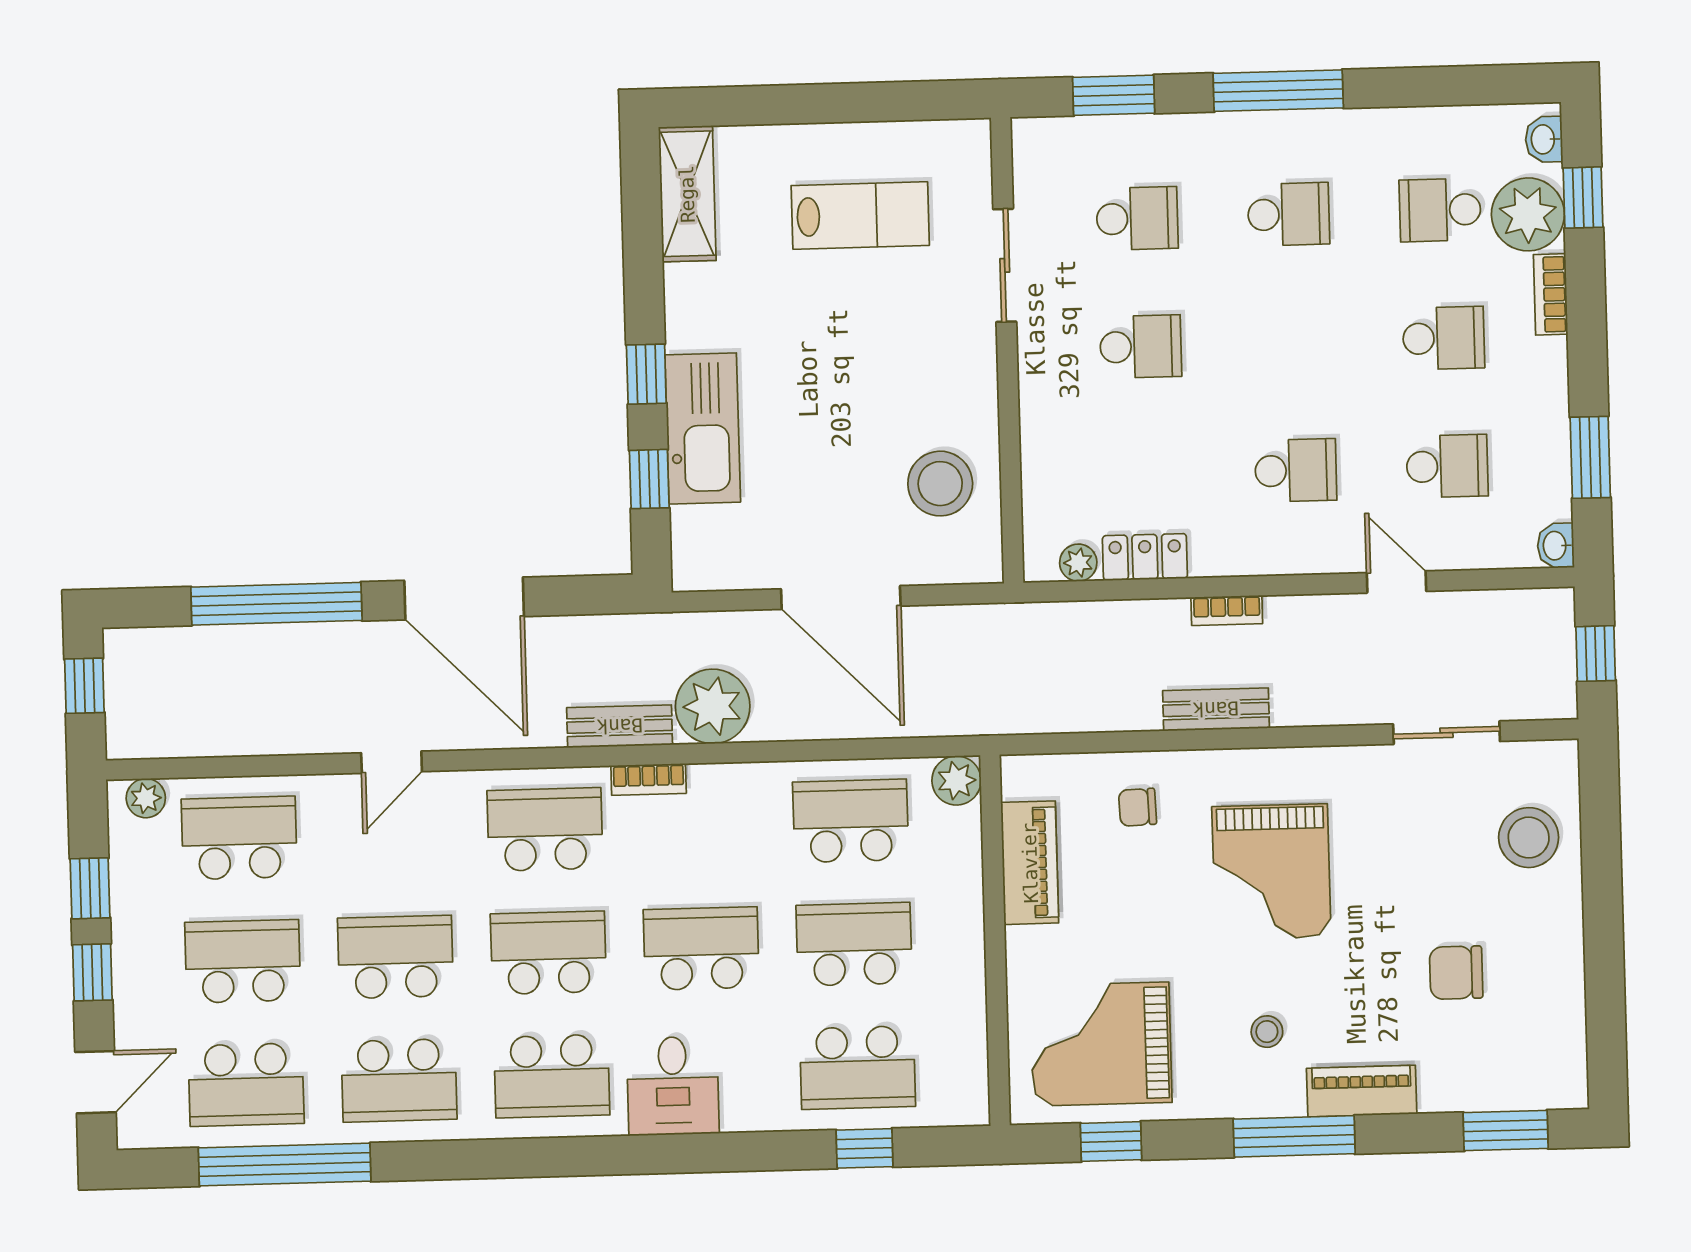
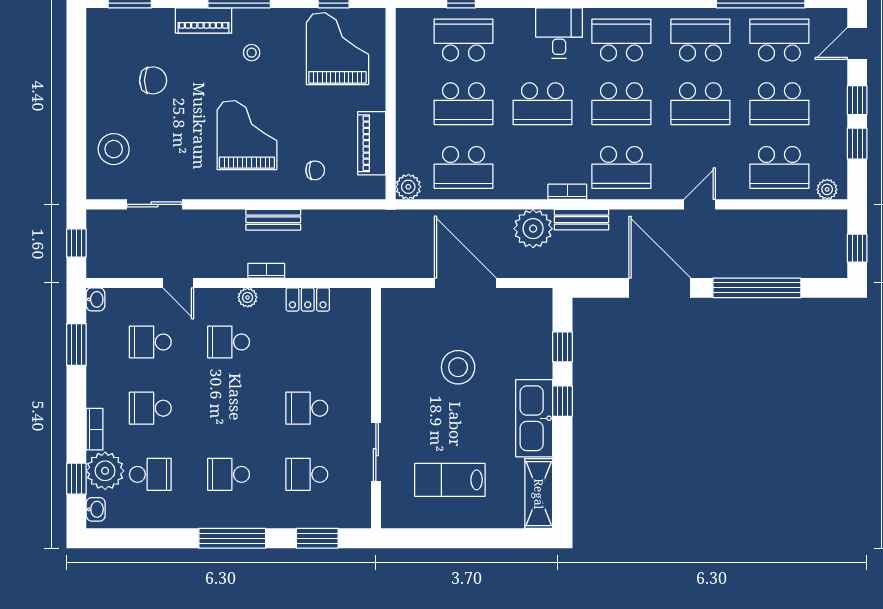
kitchen sink: (703, 428) -> (534, 418), moved
stool: (940, 484) -> (458, 367), moved
plant: (1078, 563) -> (248, 297), moved
grand piano: (1101, 1044) -> (337, 49), turned -90

